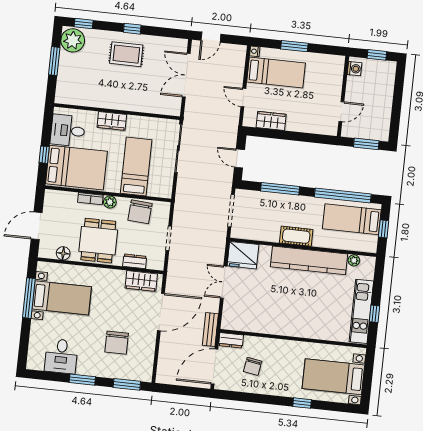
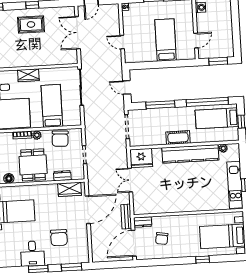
bed: (276, 73) -> (166, 40), moved, turned -90
wardrobe: (271, 121) -> (146, 56), removed
desk: (61, 356) -> (32, 254), moved

